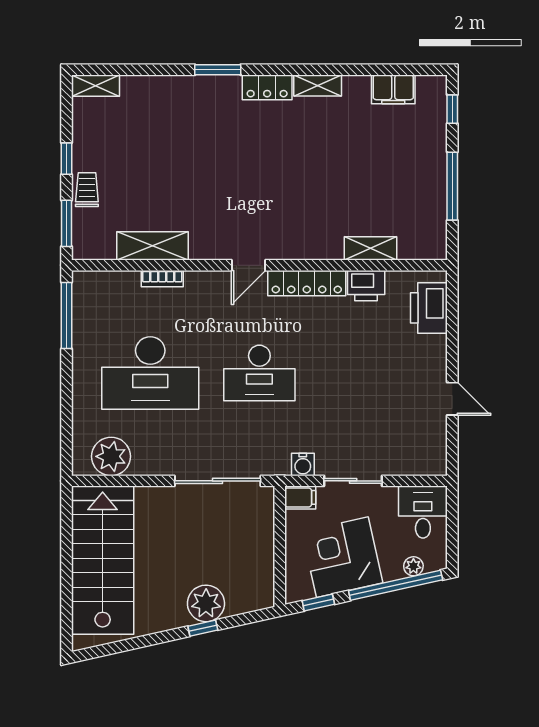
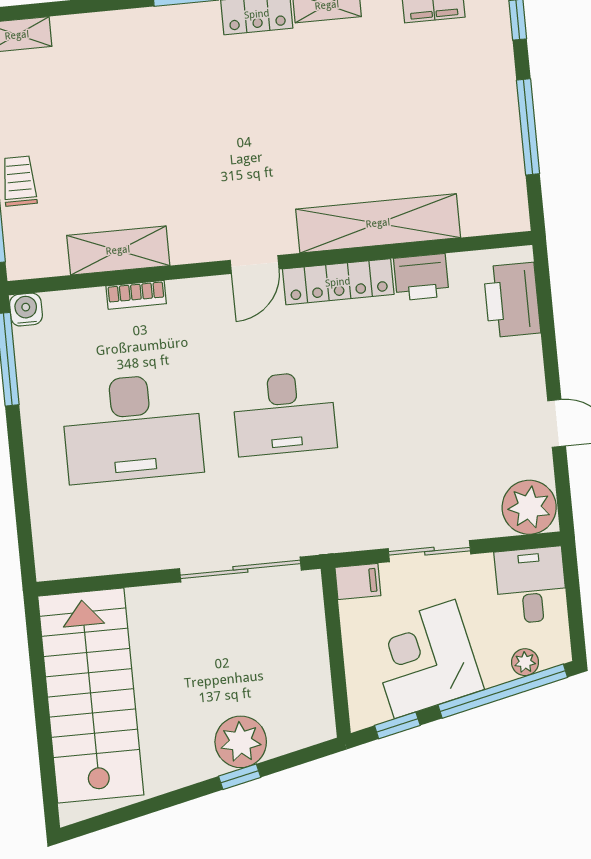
shelving: (371, 248) -> (378, 223), width x2.20, depth x1.33
plant: (111, 456) -> (529, 507), moved
water cooler: (303, 464) -> (26, 310), moved, turned 180

